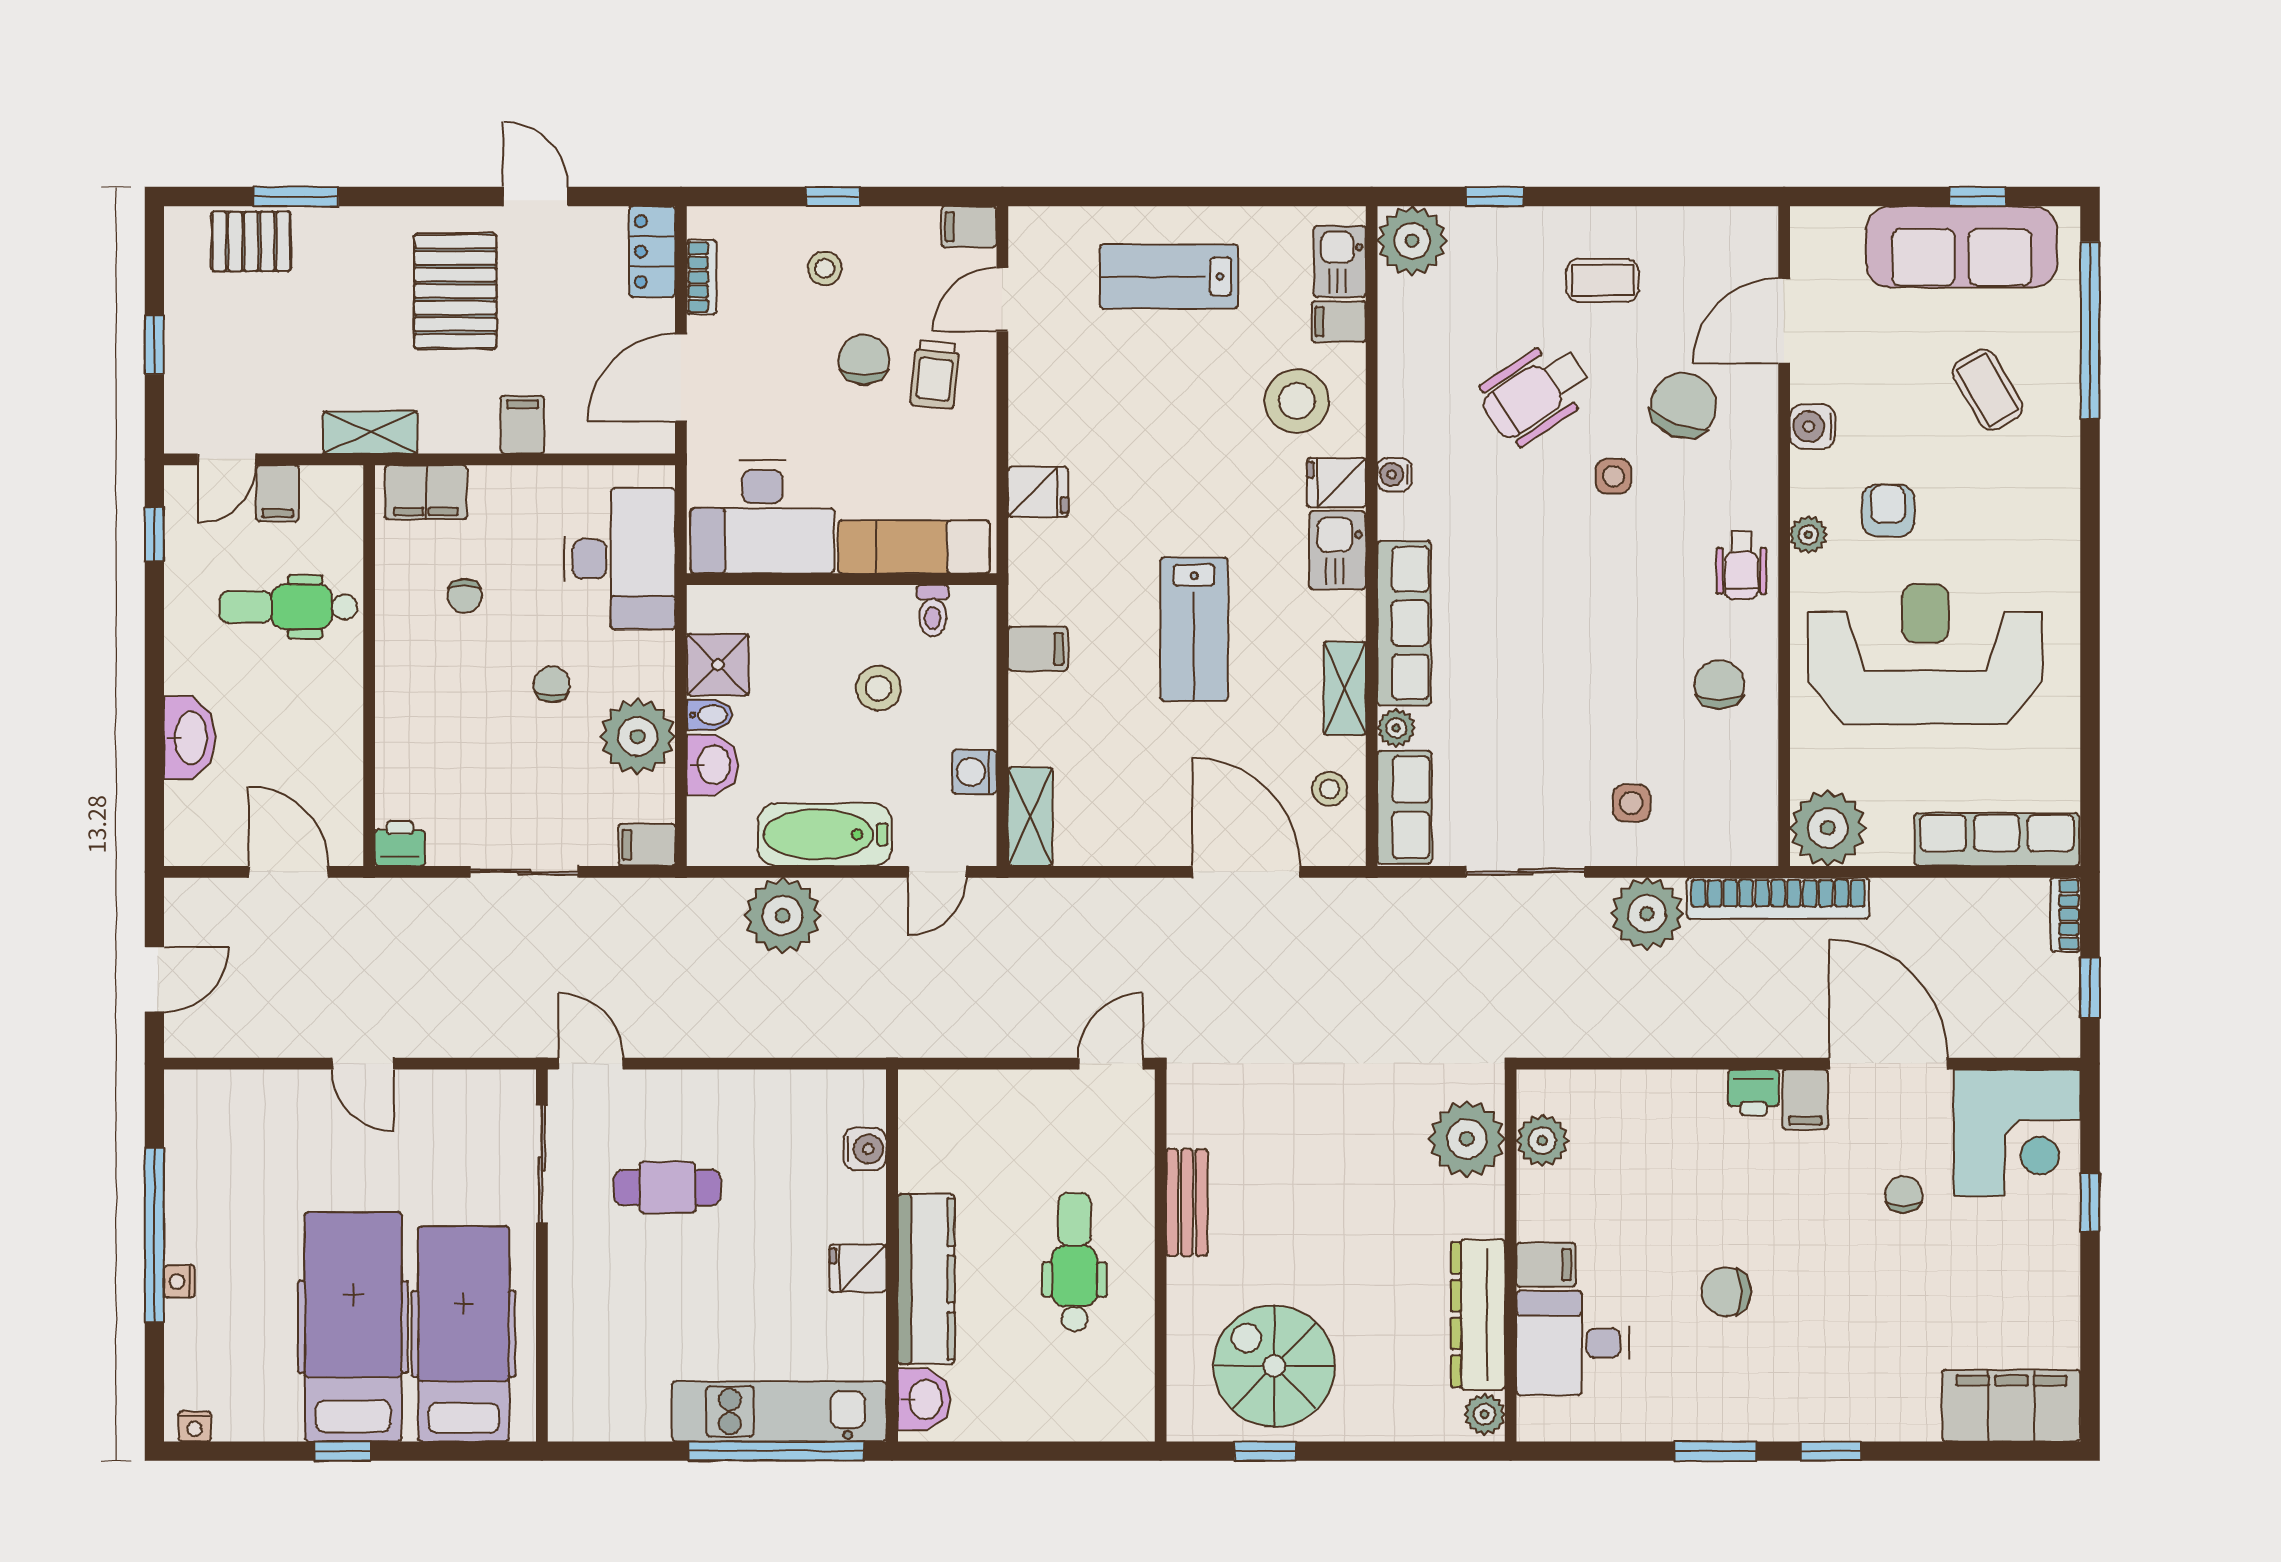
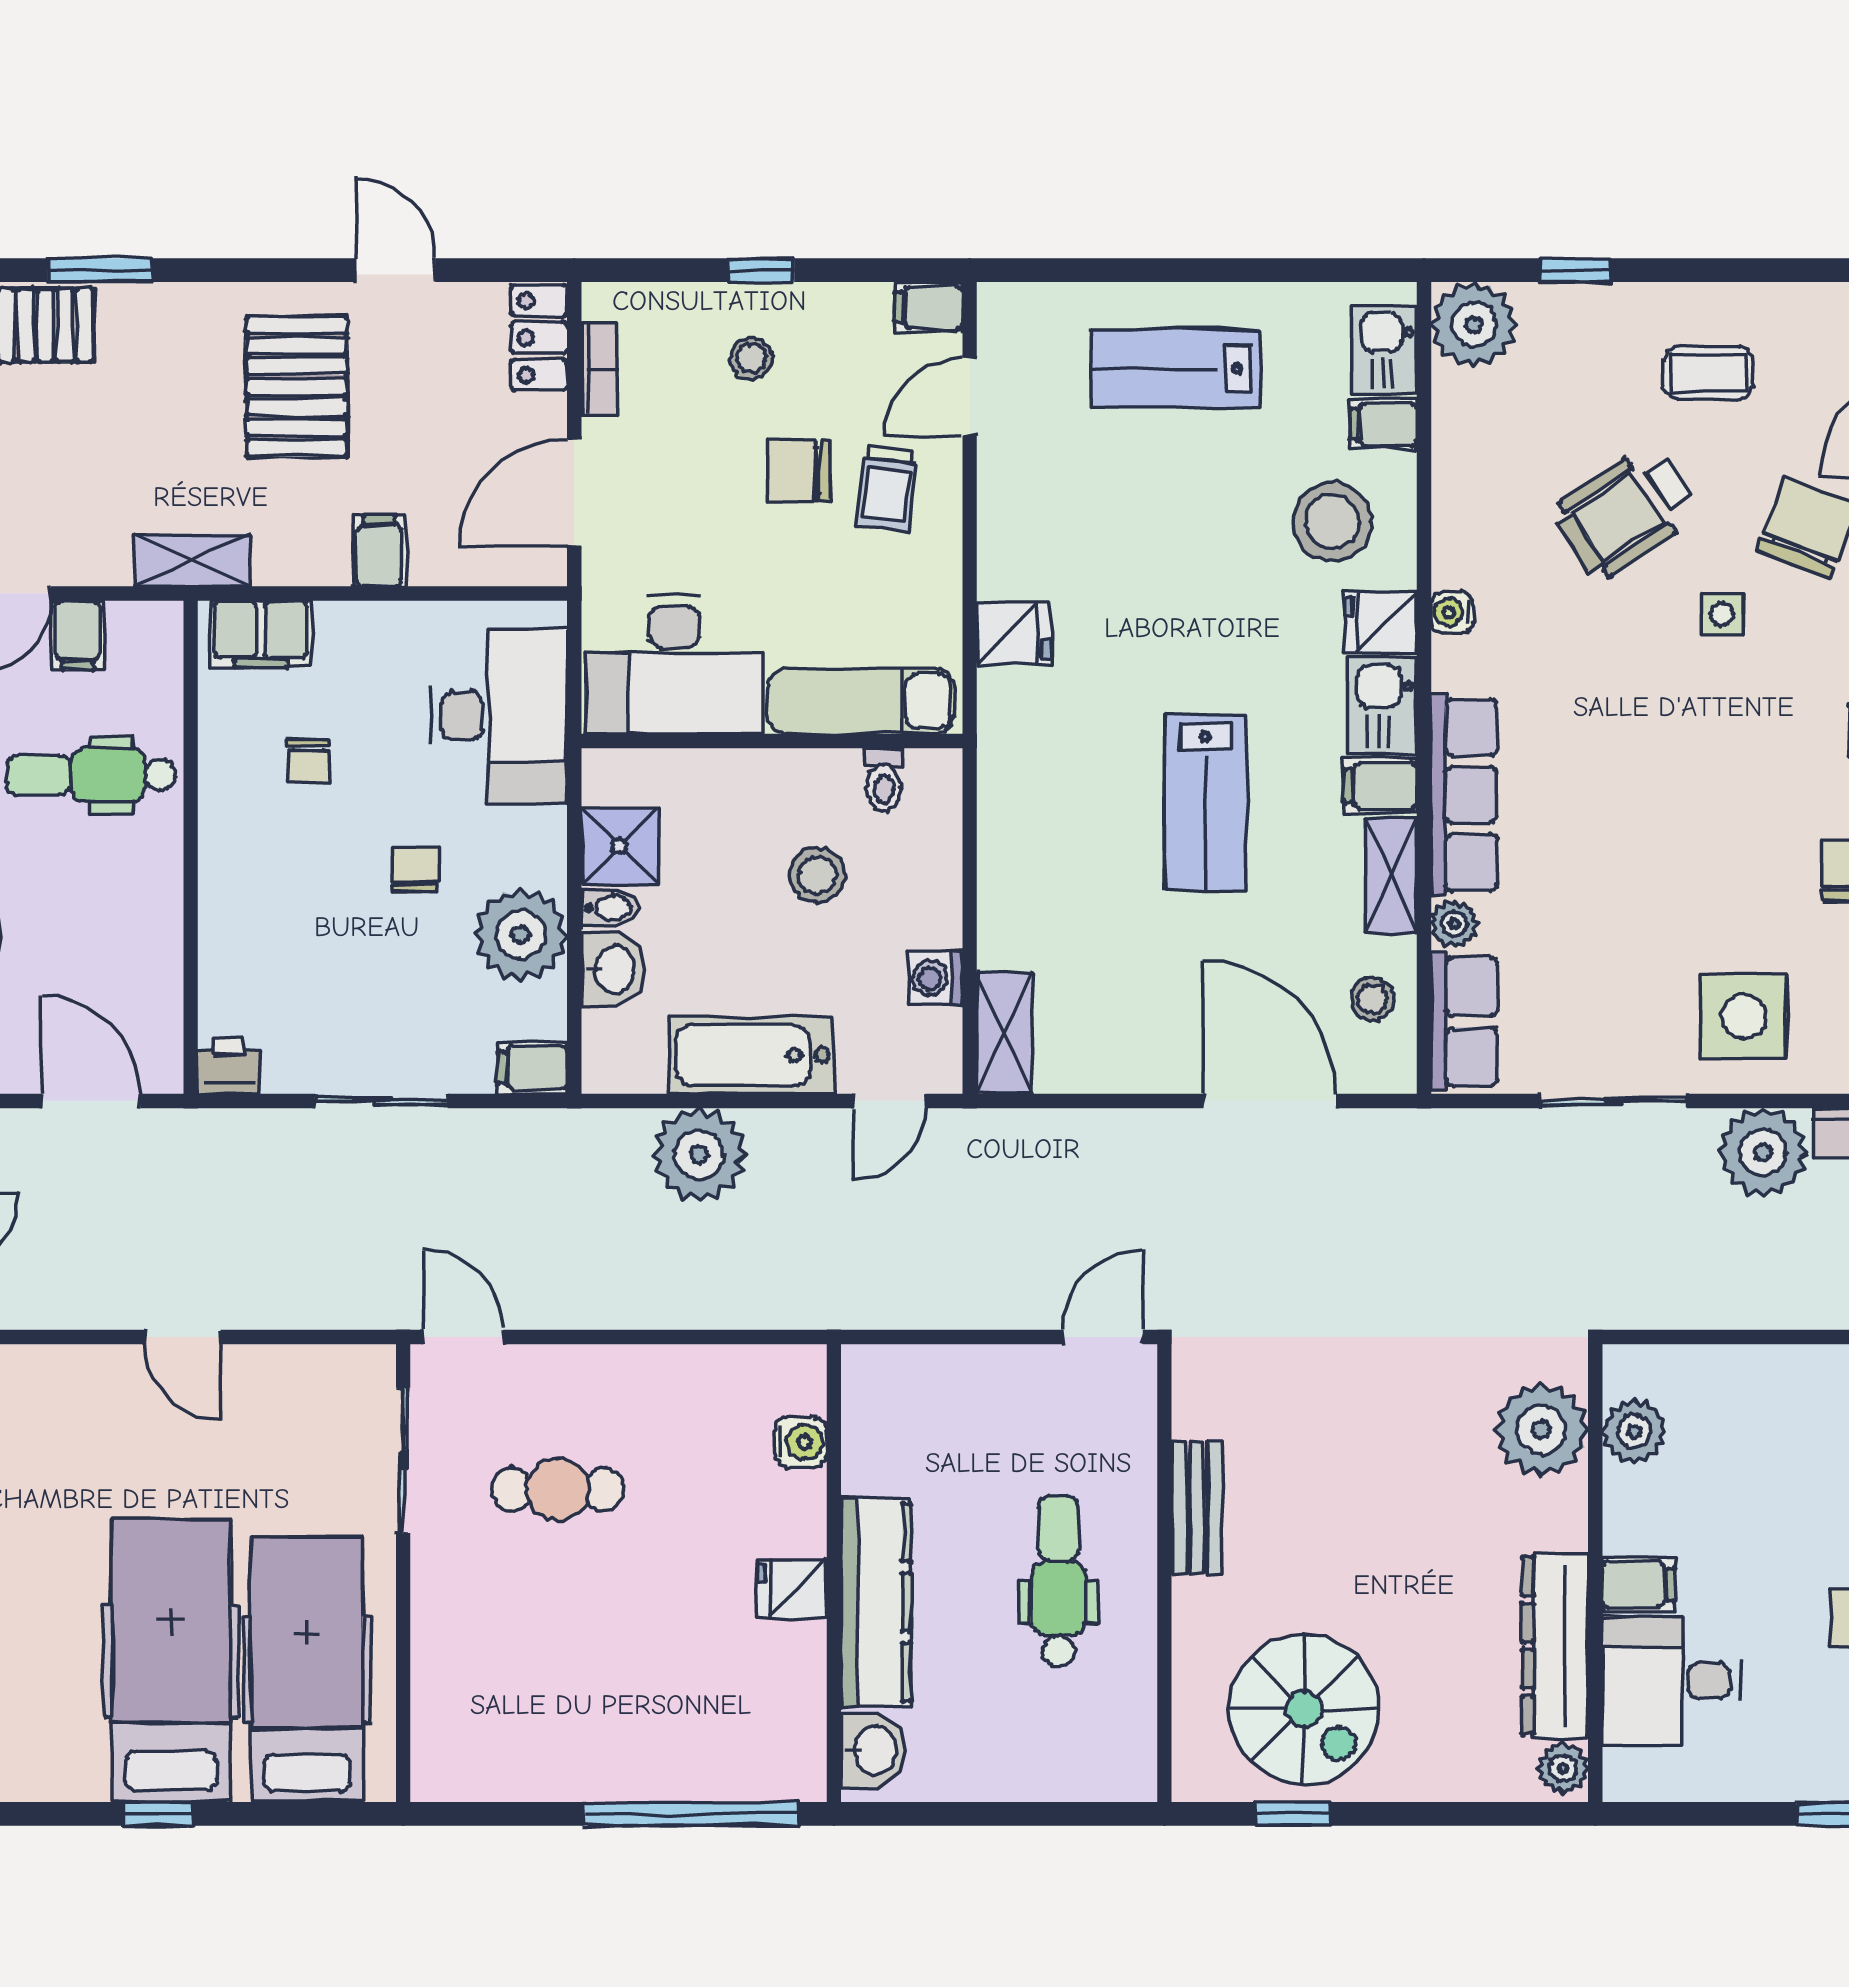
chair: (864, 360) -> (799, 471), turned -90
filing cabinet: (1038, 649) -> (1380, 785), moved, turned 180
side table: (1631, 803) -> (1744, 1016), width x1.87, depth x1.87
spiral stairs: (1274, 1366) -> (1304, 1709), turned 180
kitchen unit: (779, 1411) -> (695, 1765), removed

